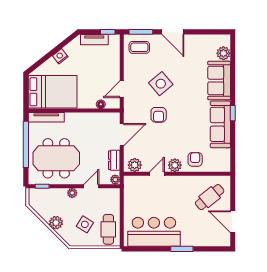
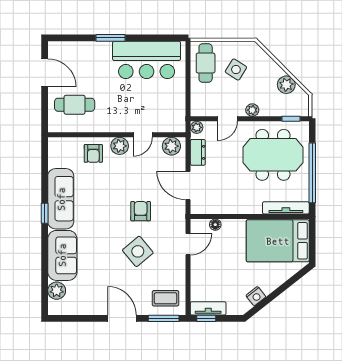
tv unit: (94, 40) -> (208, 308), moved
nightstand: (60, 56) -> (256, 296), moved
door: (122, 135) -> (188, 185), hinge flipped
cafe table: (210, 197) -> (75, 105), turned 39
plant: (56, 223) -> (286, 85), moved

